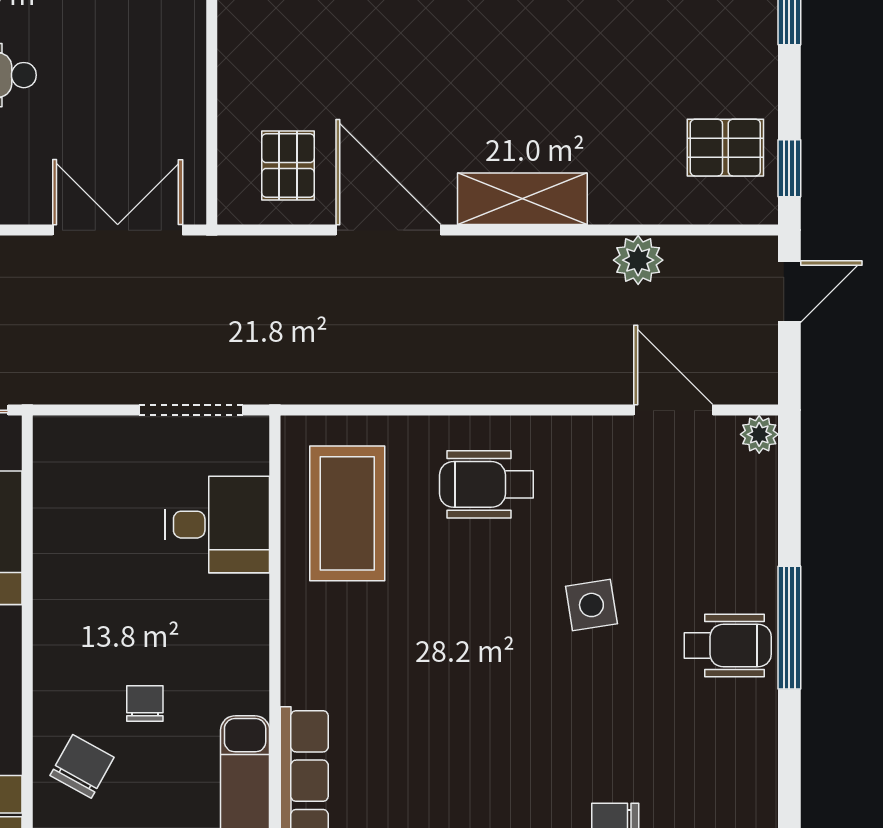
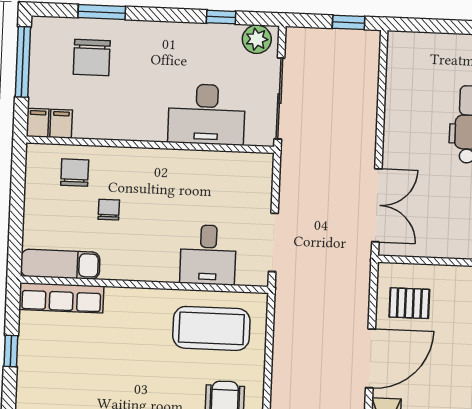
chair: (145, 703) -> (109, 210), turned -90
chair: (82, 766) -> (75, 173), turned -119

